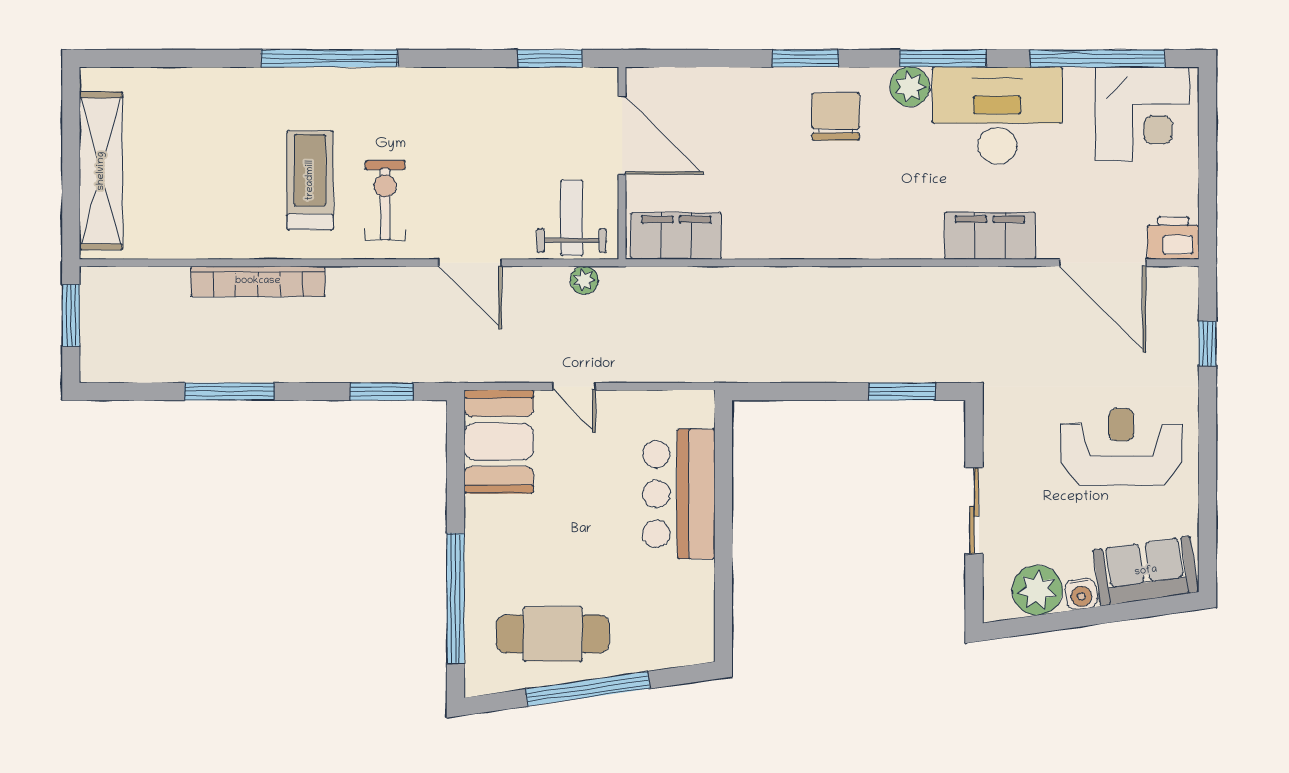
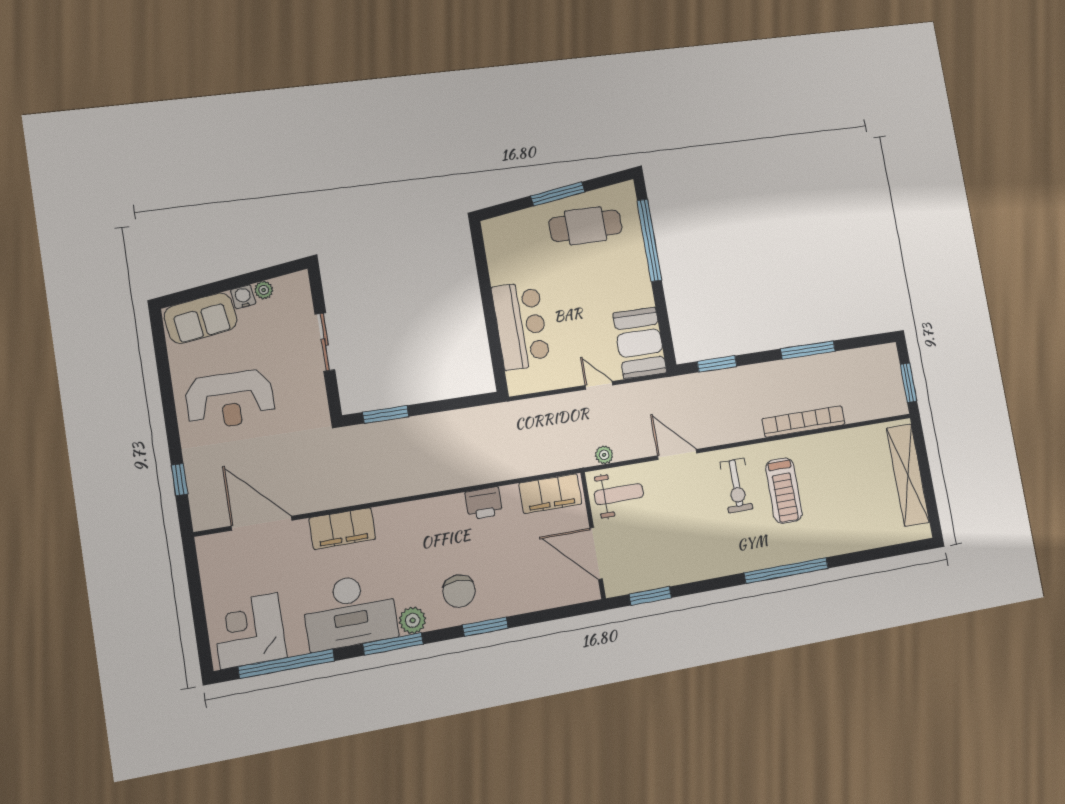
weight bench: (572, 218) -> (619, 494), turned -90
printer: (1173, 238) -> (484, 503), moved
plant: (1037, 590) -> (264, 290), width x0.53, depth x0.53
window: (588, 689) -> (558, 194), width x0.68

